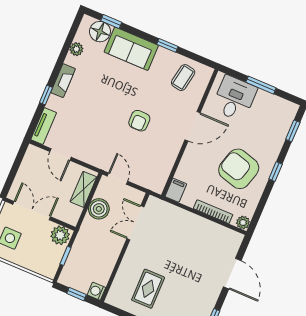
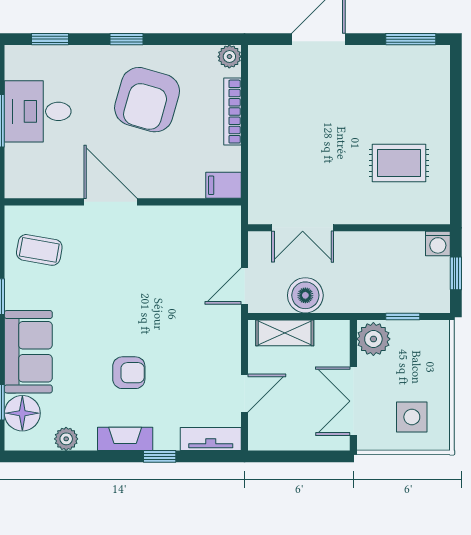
desk: (234, 98) -> (38, 111), moved
armchair: (139, 121) -> (129, 373), moved

